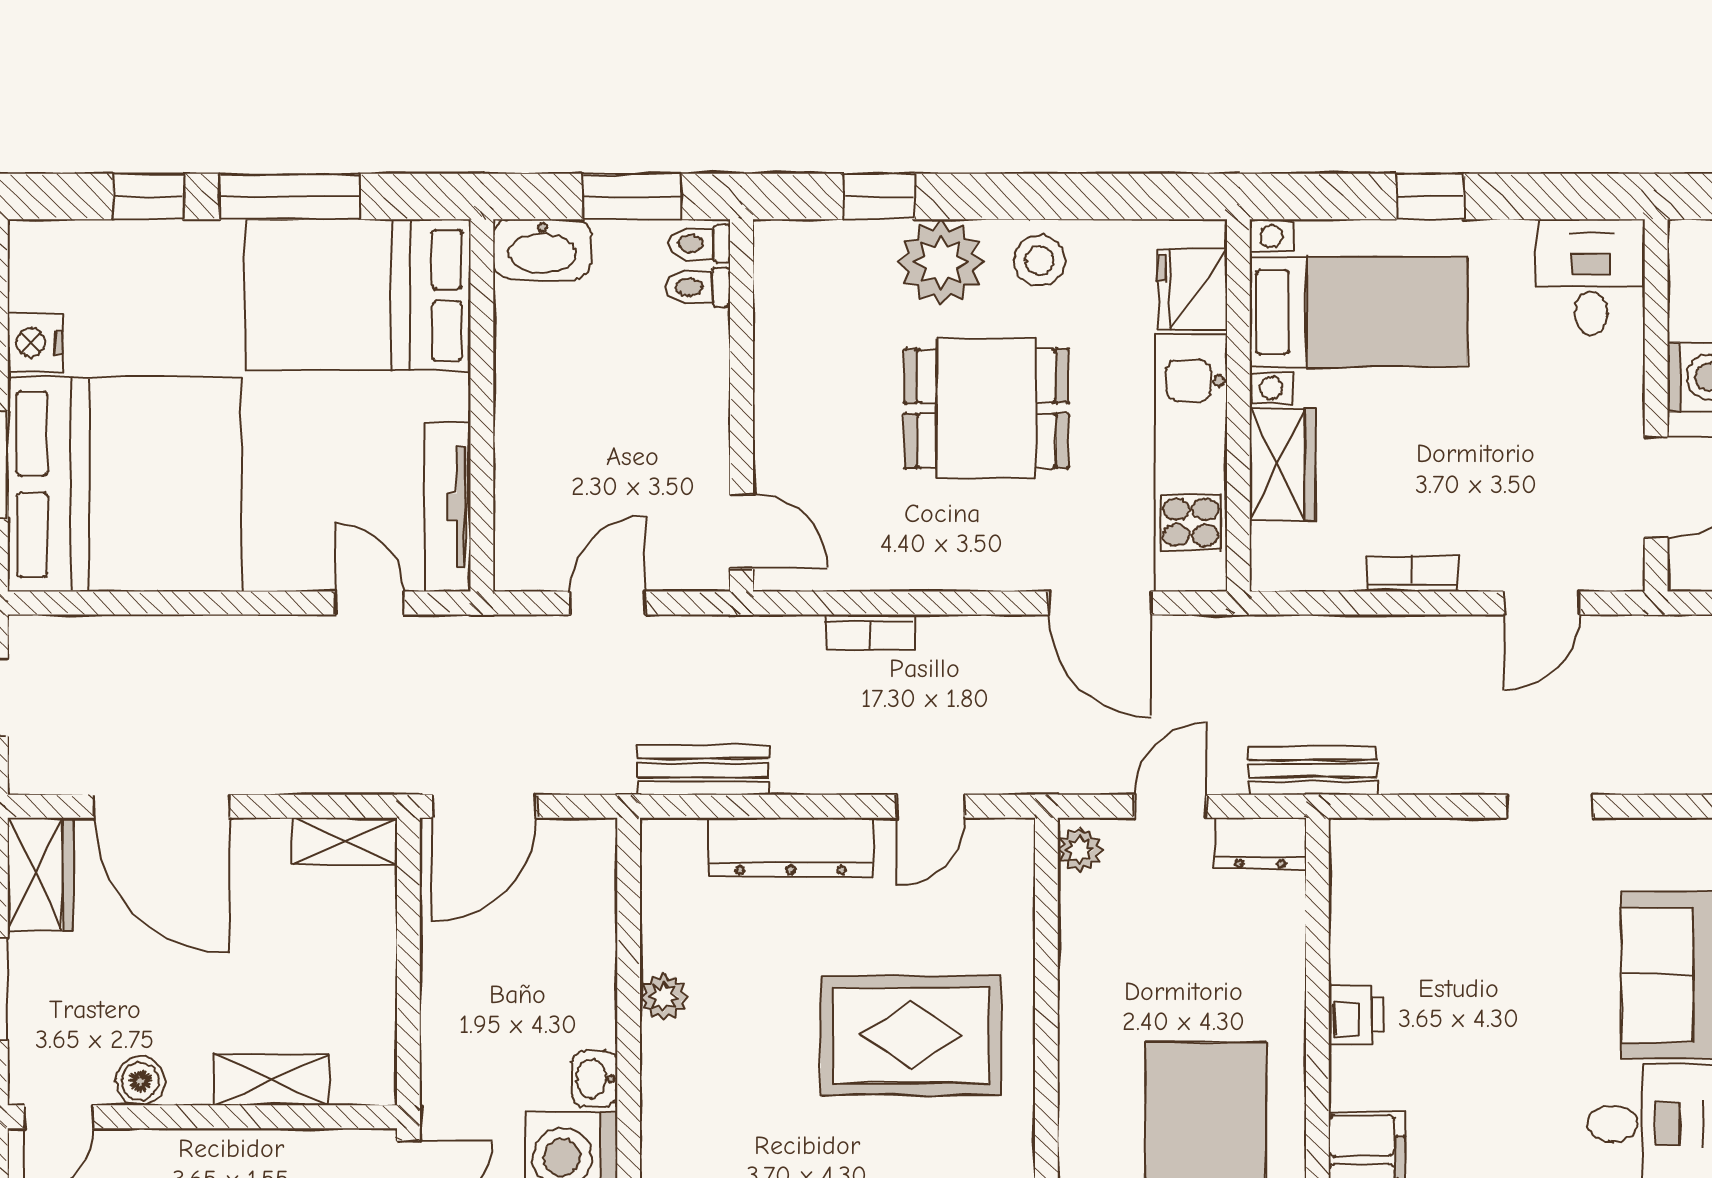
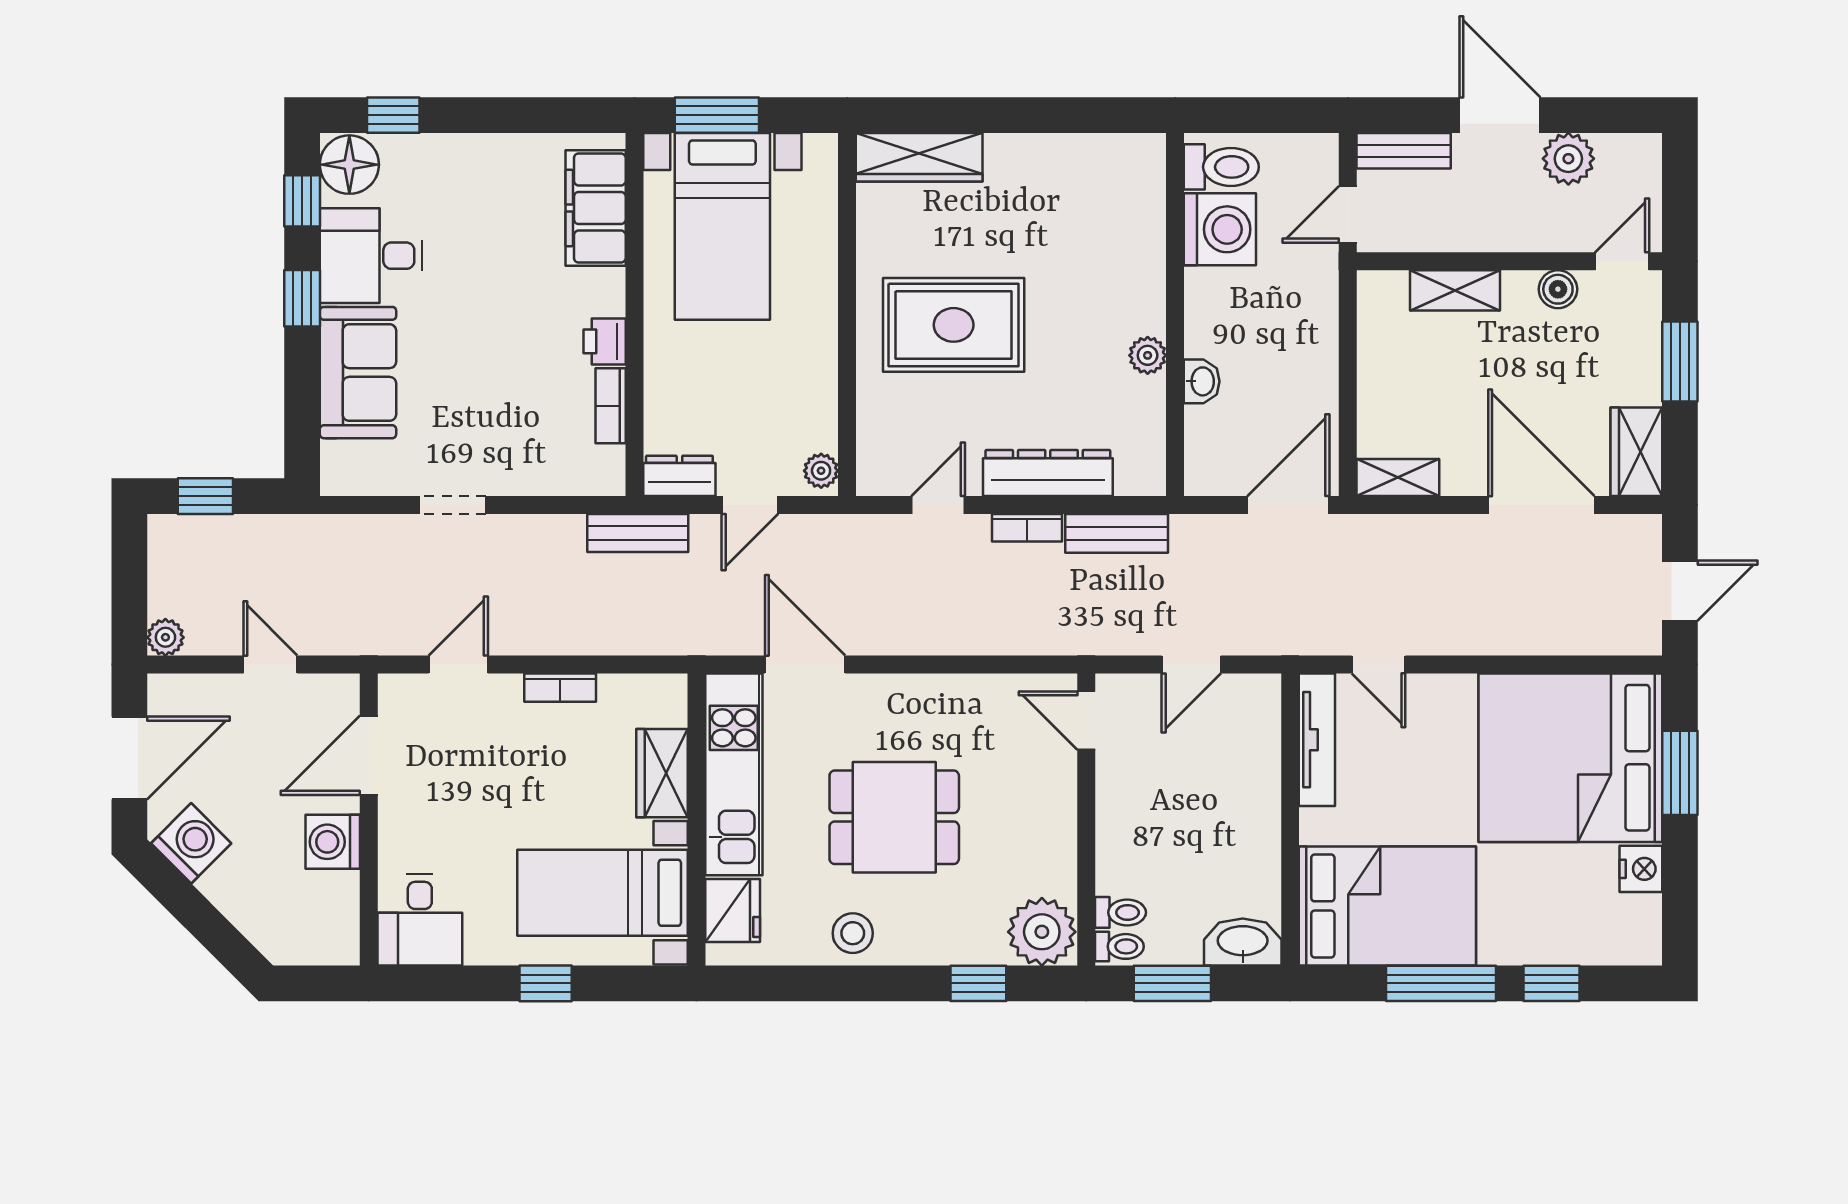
plant: (941, 262) -> (1042, 932), moved
bookcase: (869, 632) -> (1027, 528), moved, turned 180
bookcase: (1348, 933) -> (611, 406), added
washbasin: (595, 1079) -> (1202, 381), moved

